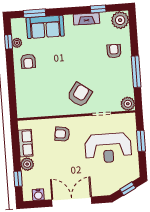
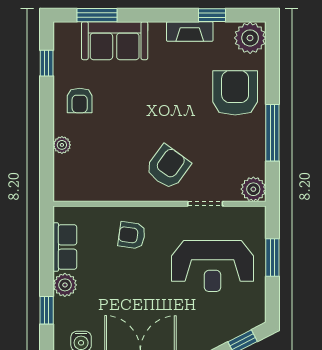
plant: (17, 43) -> (62, 145), moved
armchair: (114, 51) -> (235, 93), width x1.88, depth x1.88

